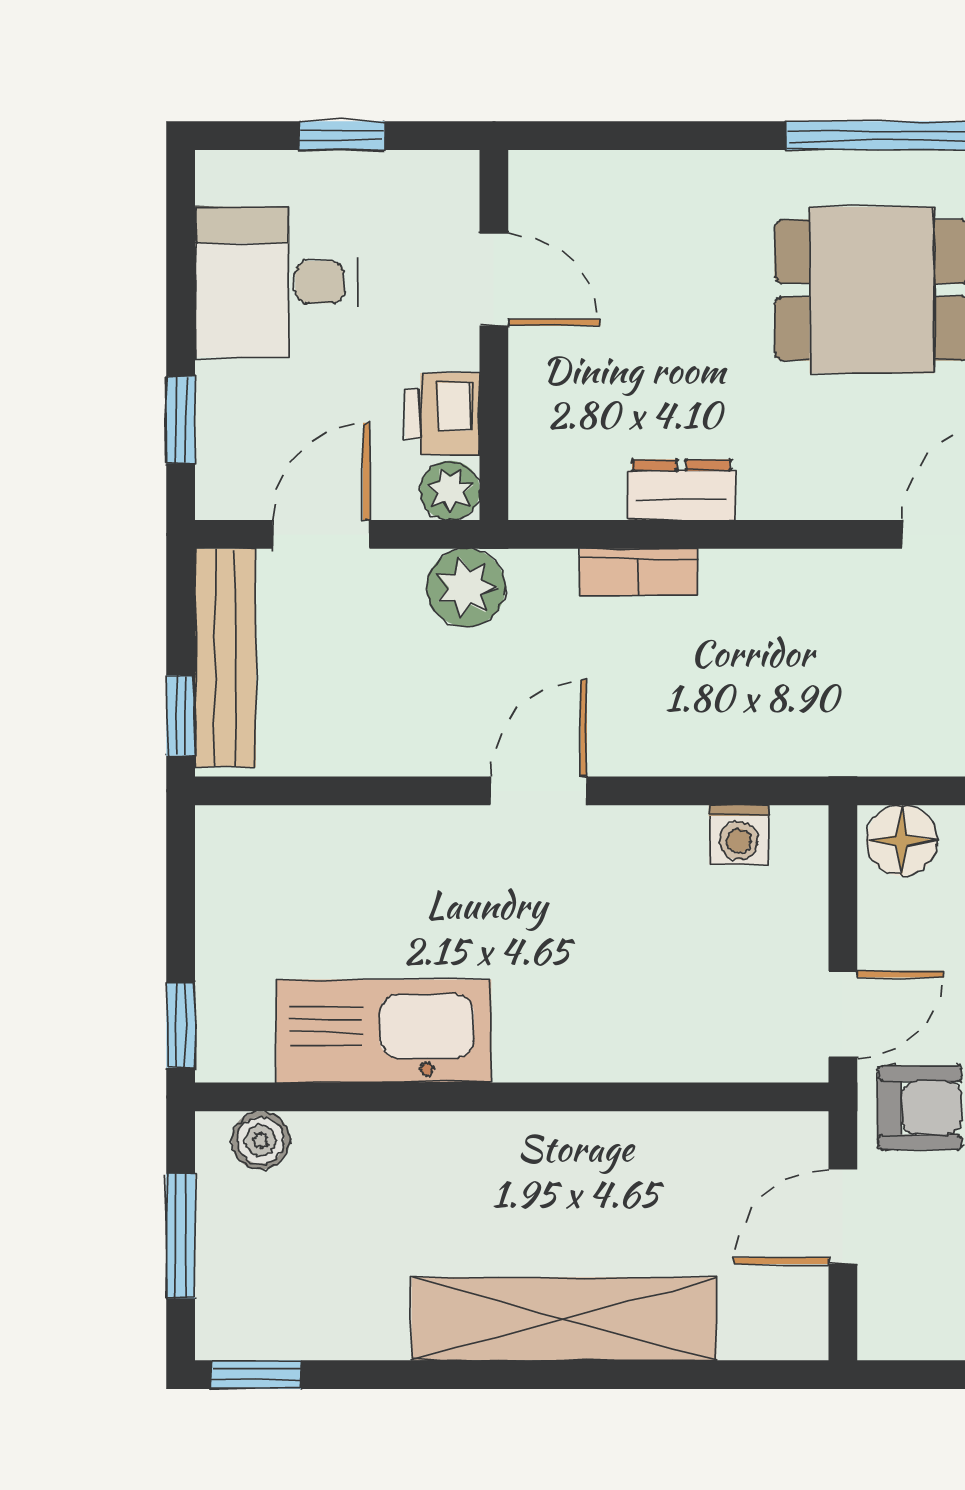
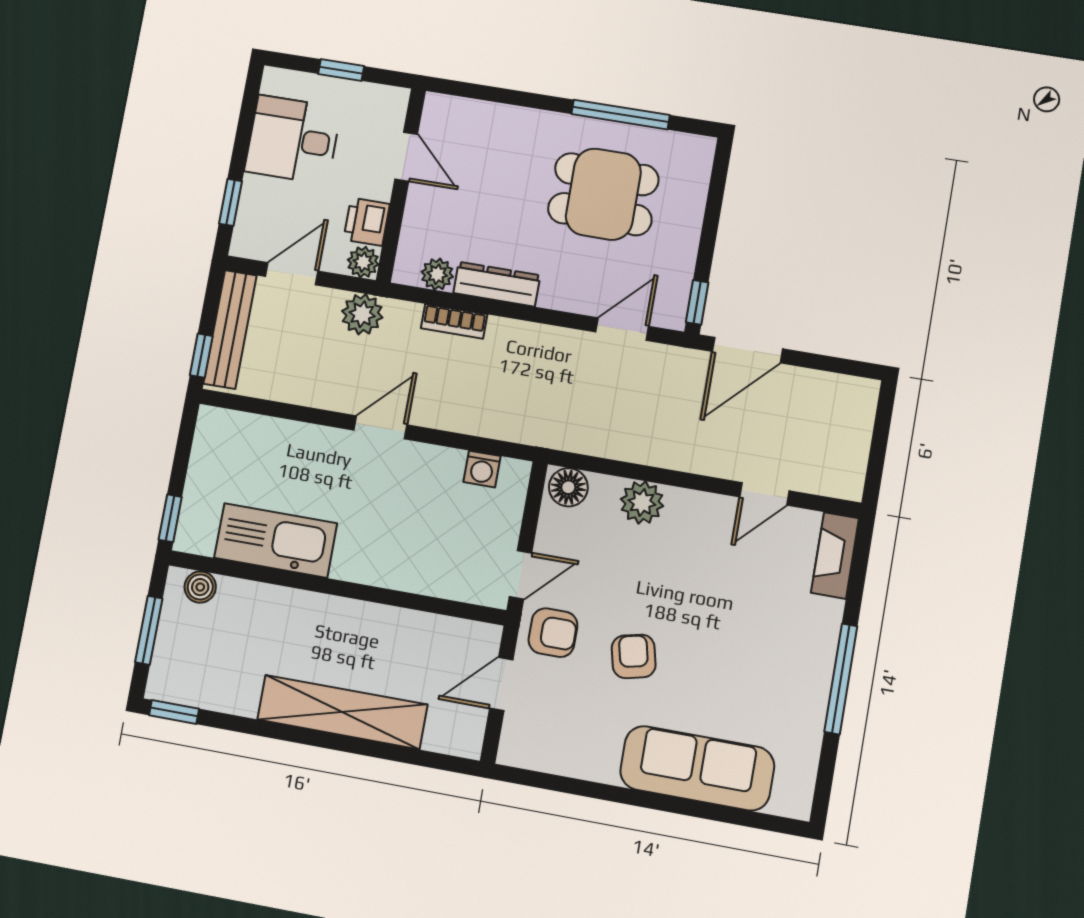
plant: (592, 490) -> (437, 274), added
dresser: (682, 490) -> (497, 284), width x1.44

